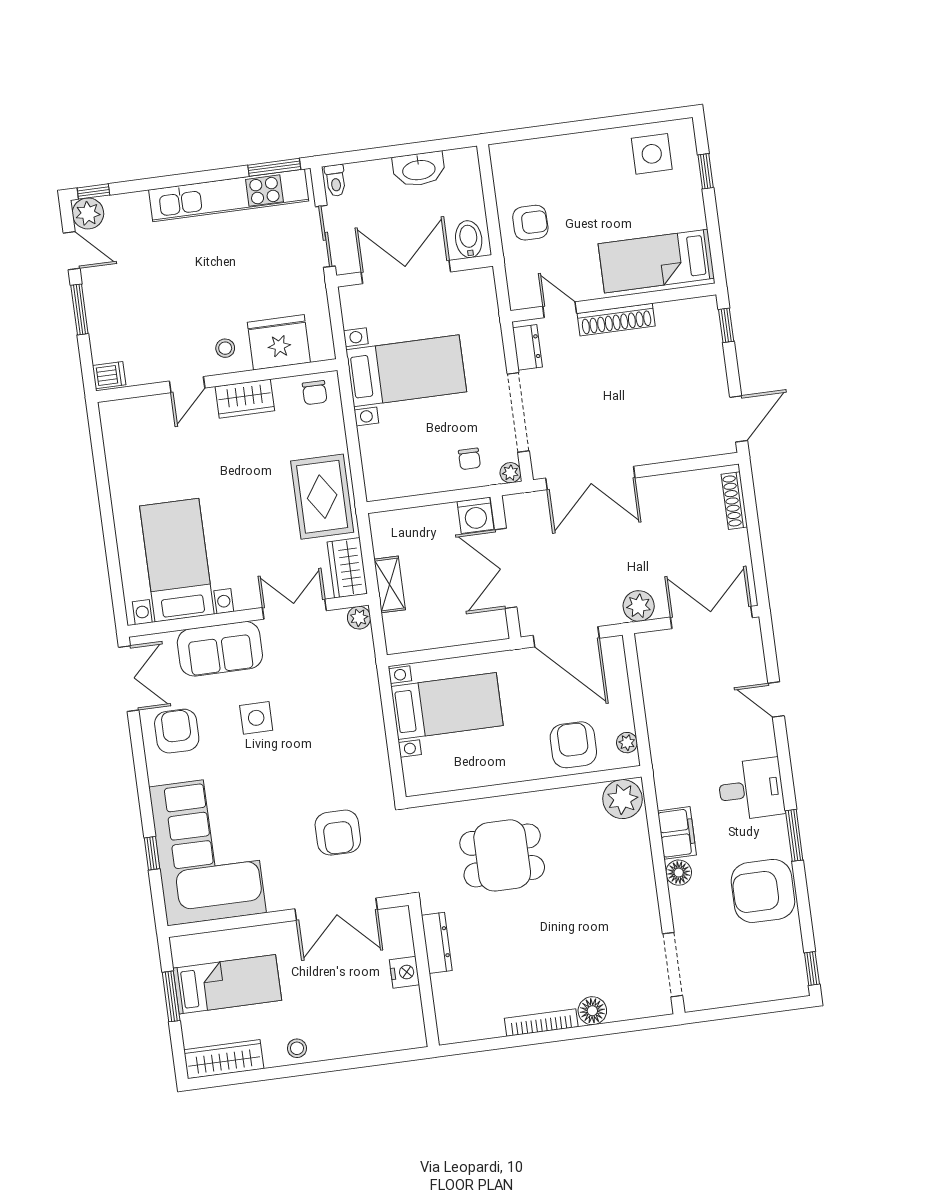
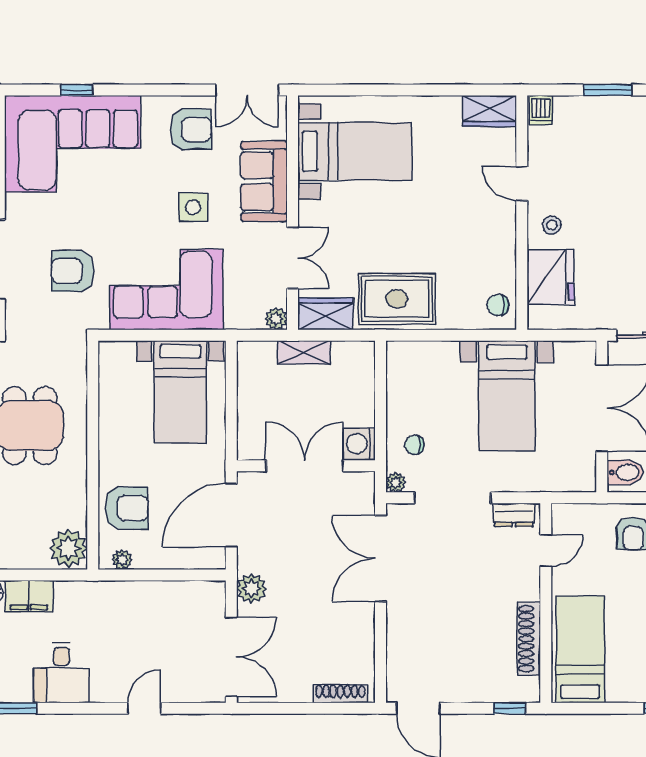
shoe rack: (616, 320) -> (529, 639), moved
wardrobe: (245, 399) -> (490, 111), moved, turned -90
corner sofa: (344, 734) -> (166, 290), added

